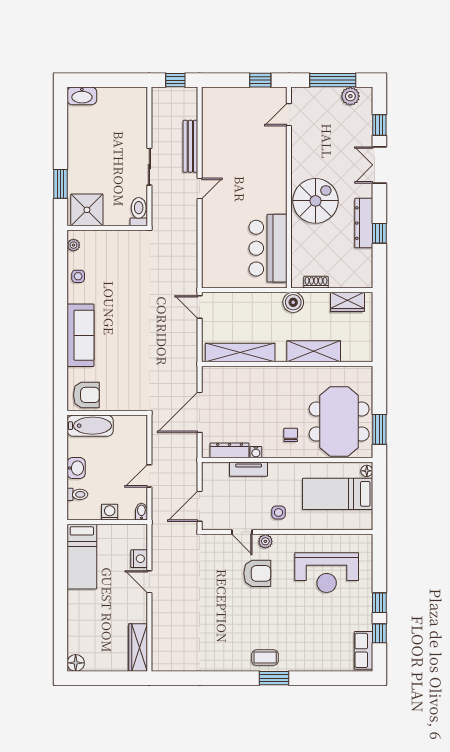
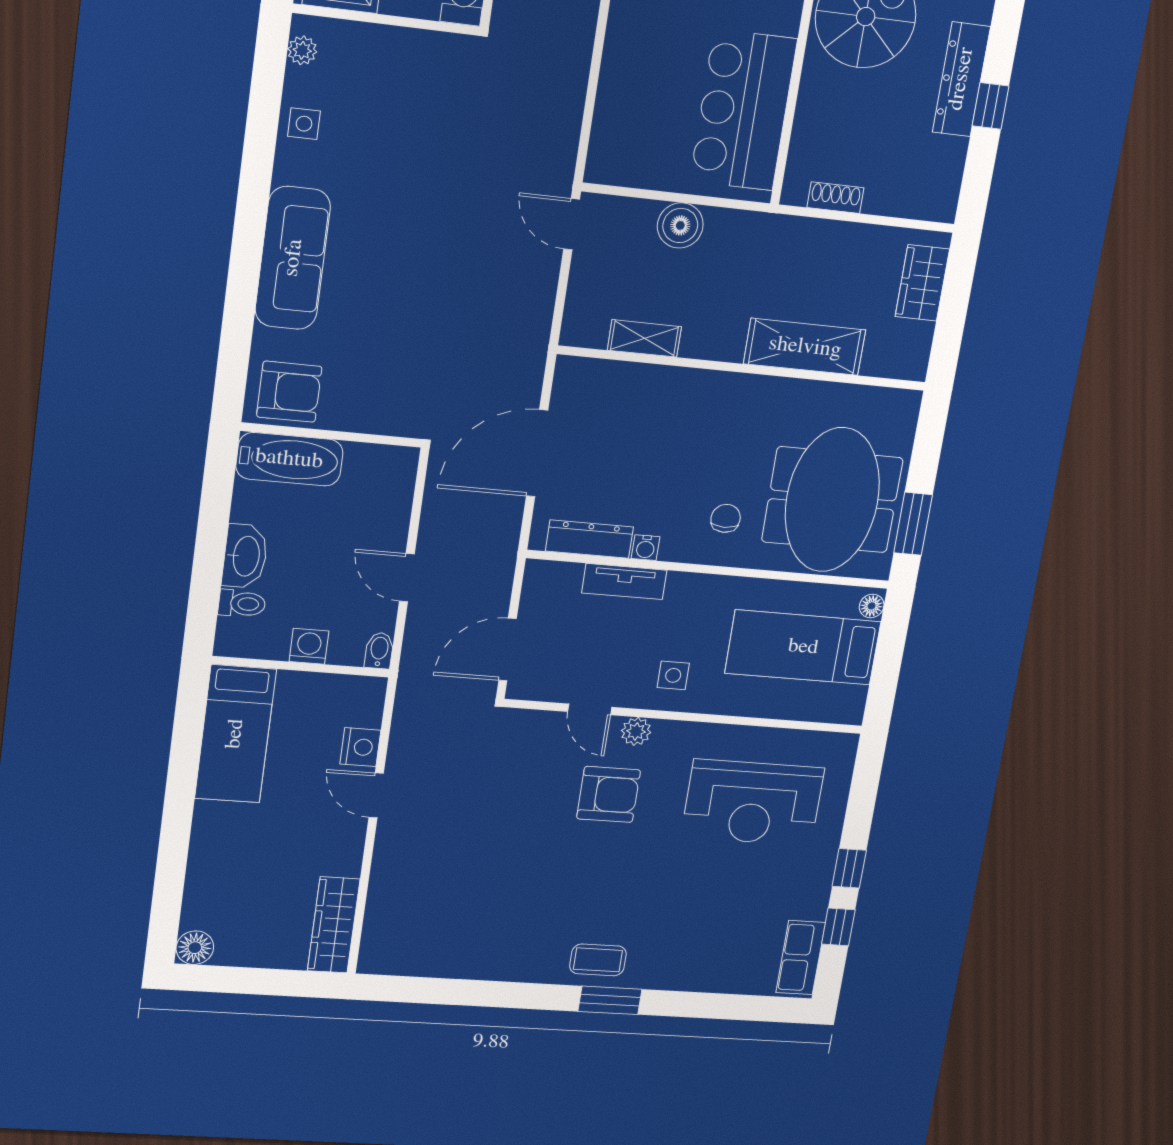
boiler: (293, 302) -> (680, 225), moved
wardrobe: (347, 302) -> (922, 283), moved, turned 90
shelving: (240, 353) -> (644, 338), width x0.45, depth x0.75
washbasin: (76, 468) -> (245, 556), width x1.38
door: (149, 476) -> (407, 578), hinge flipped

